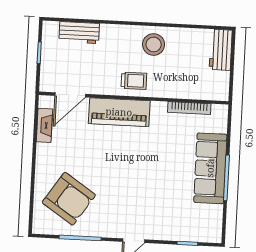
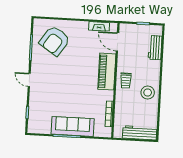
workbench: (221, 50) -> (140, 133), width x1.38

